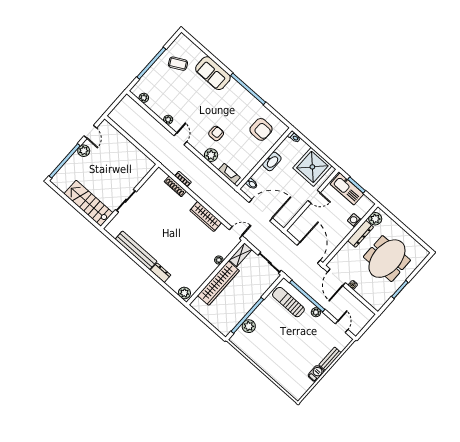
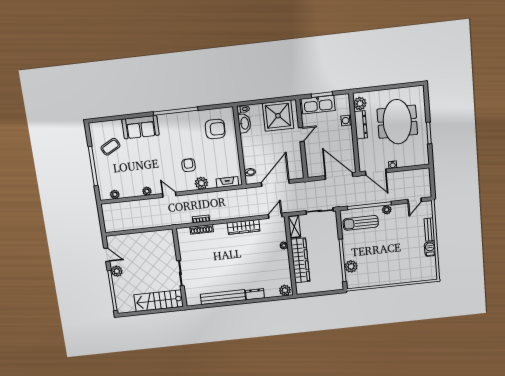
washbasin: (272, 161) -> (244, 123), moved
door: (342, 327) -> (415, 201), swing flipped

